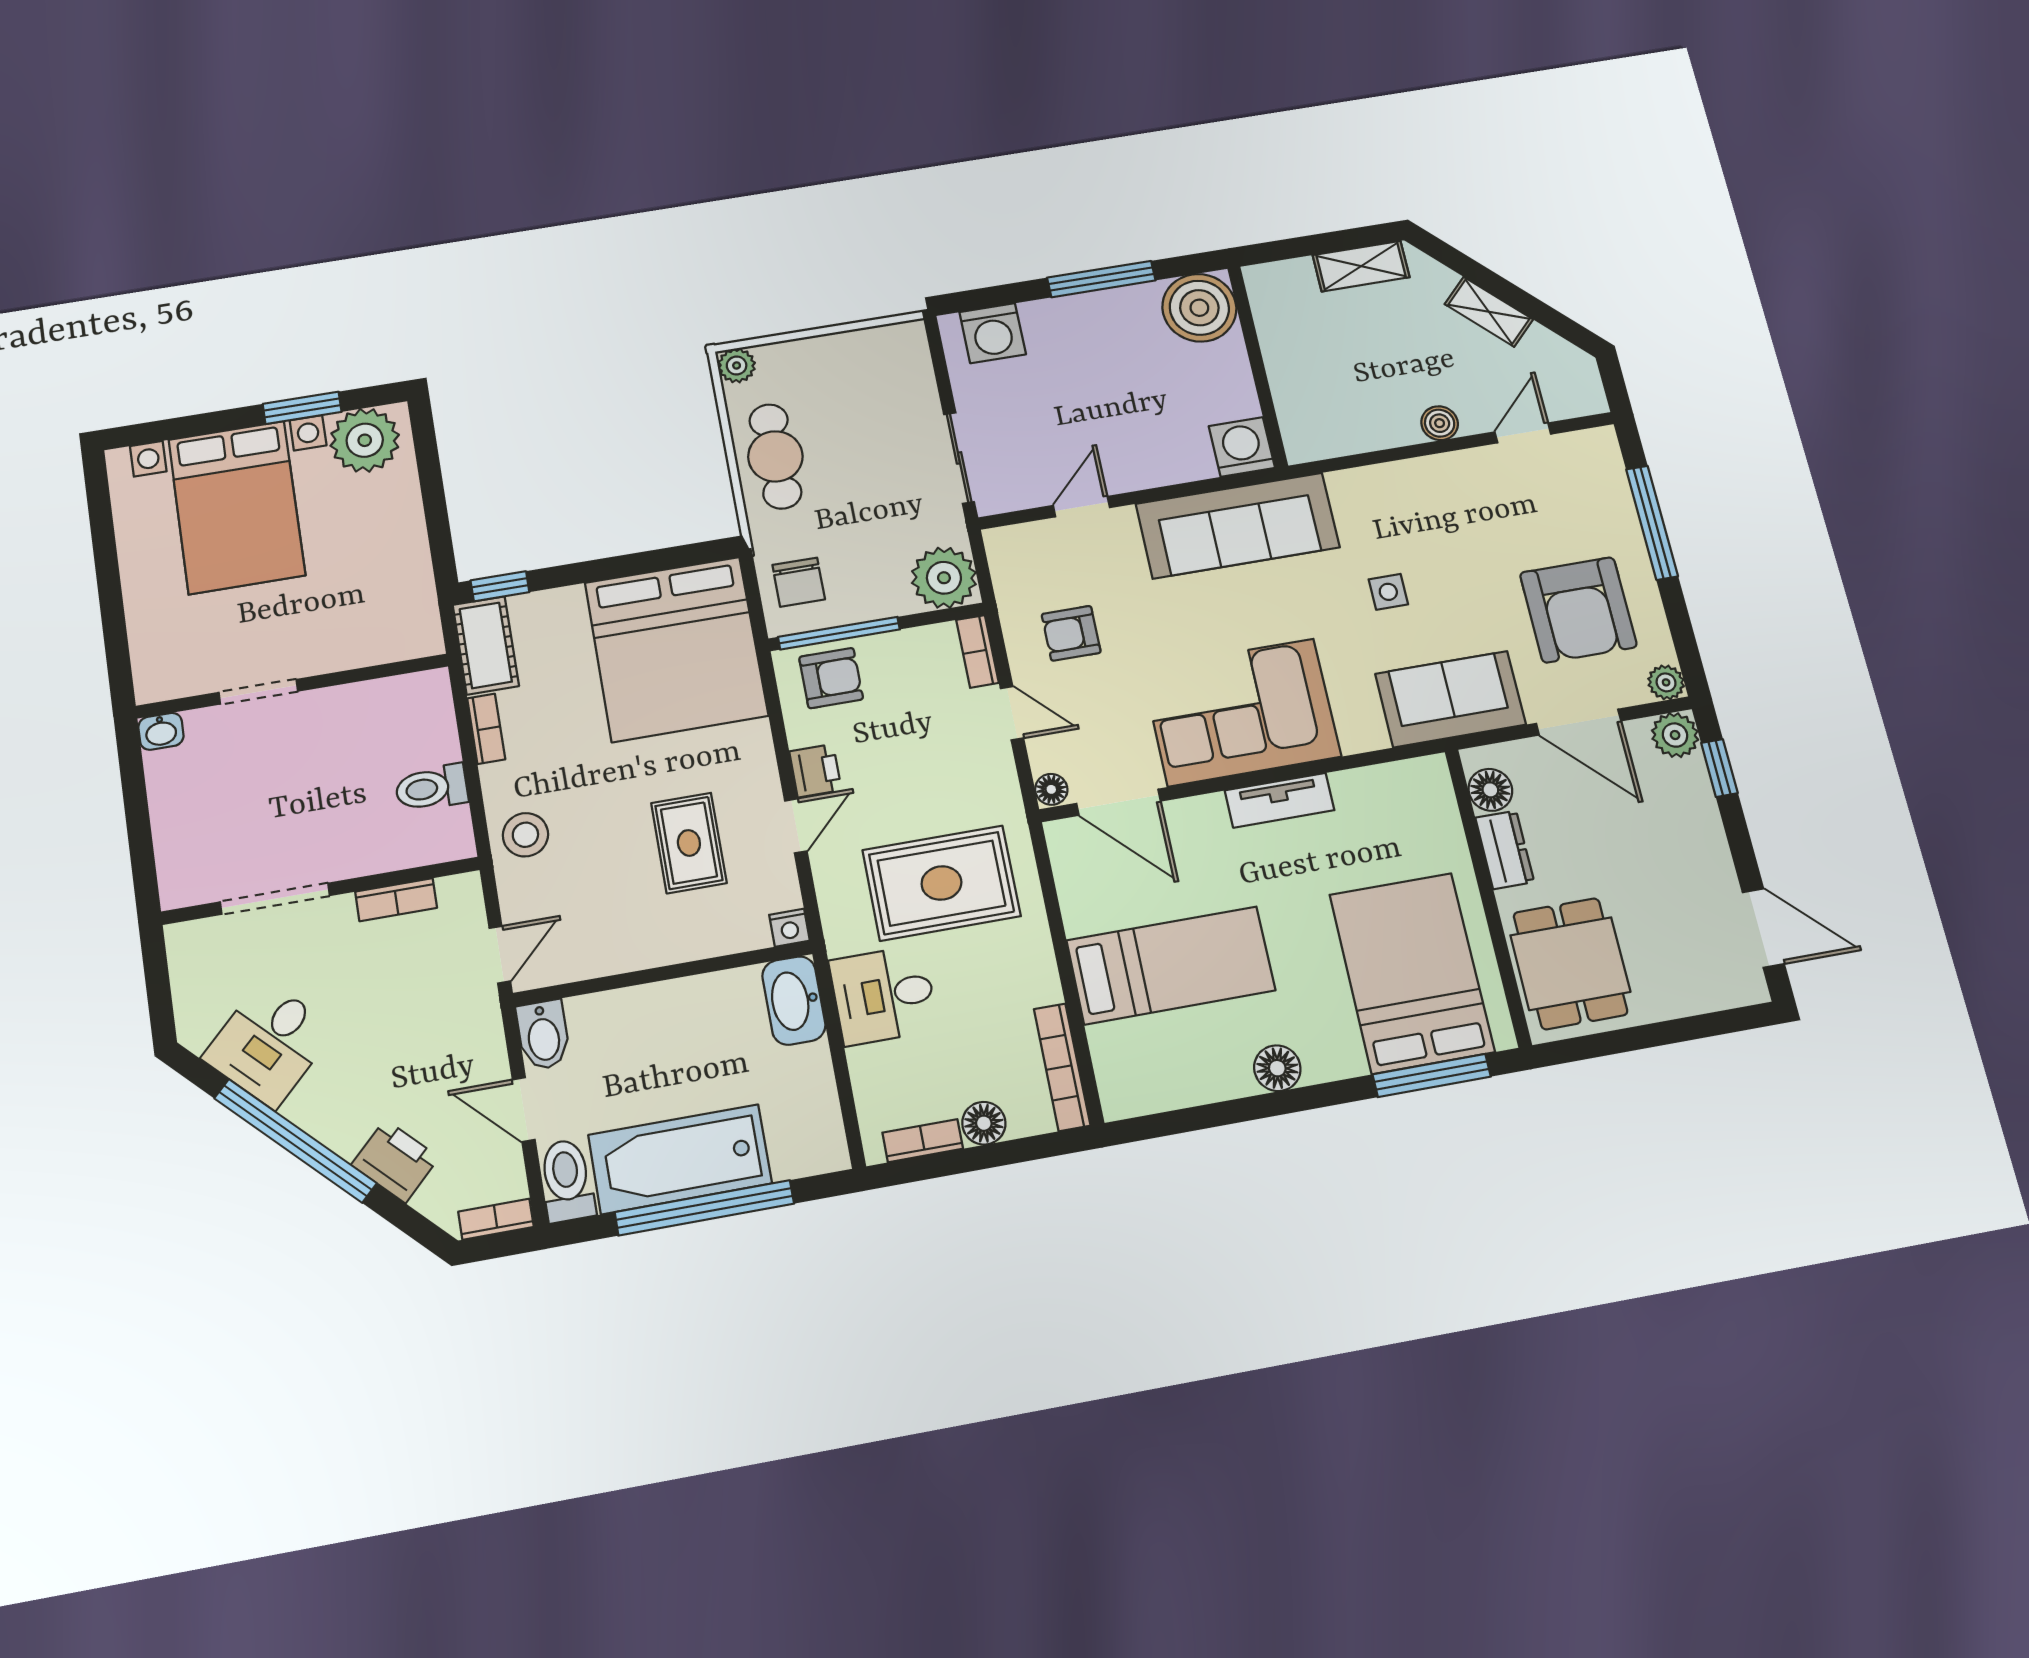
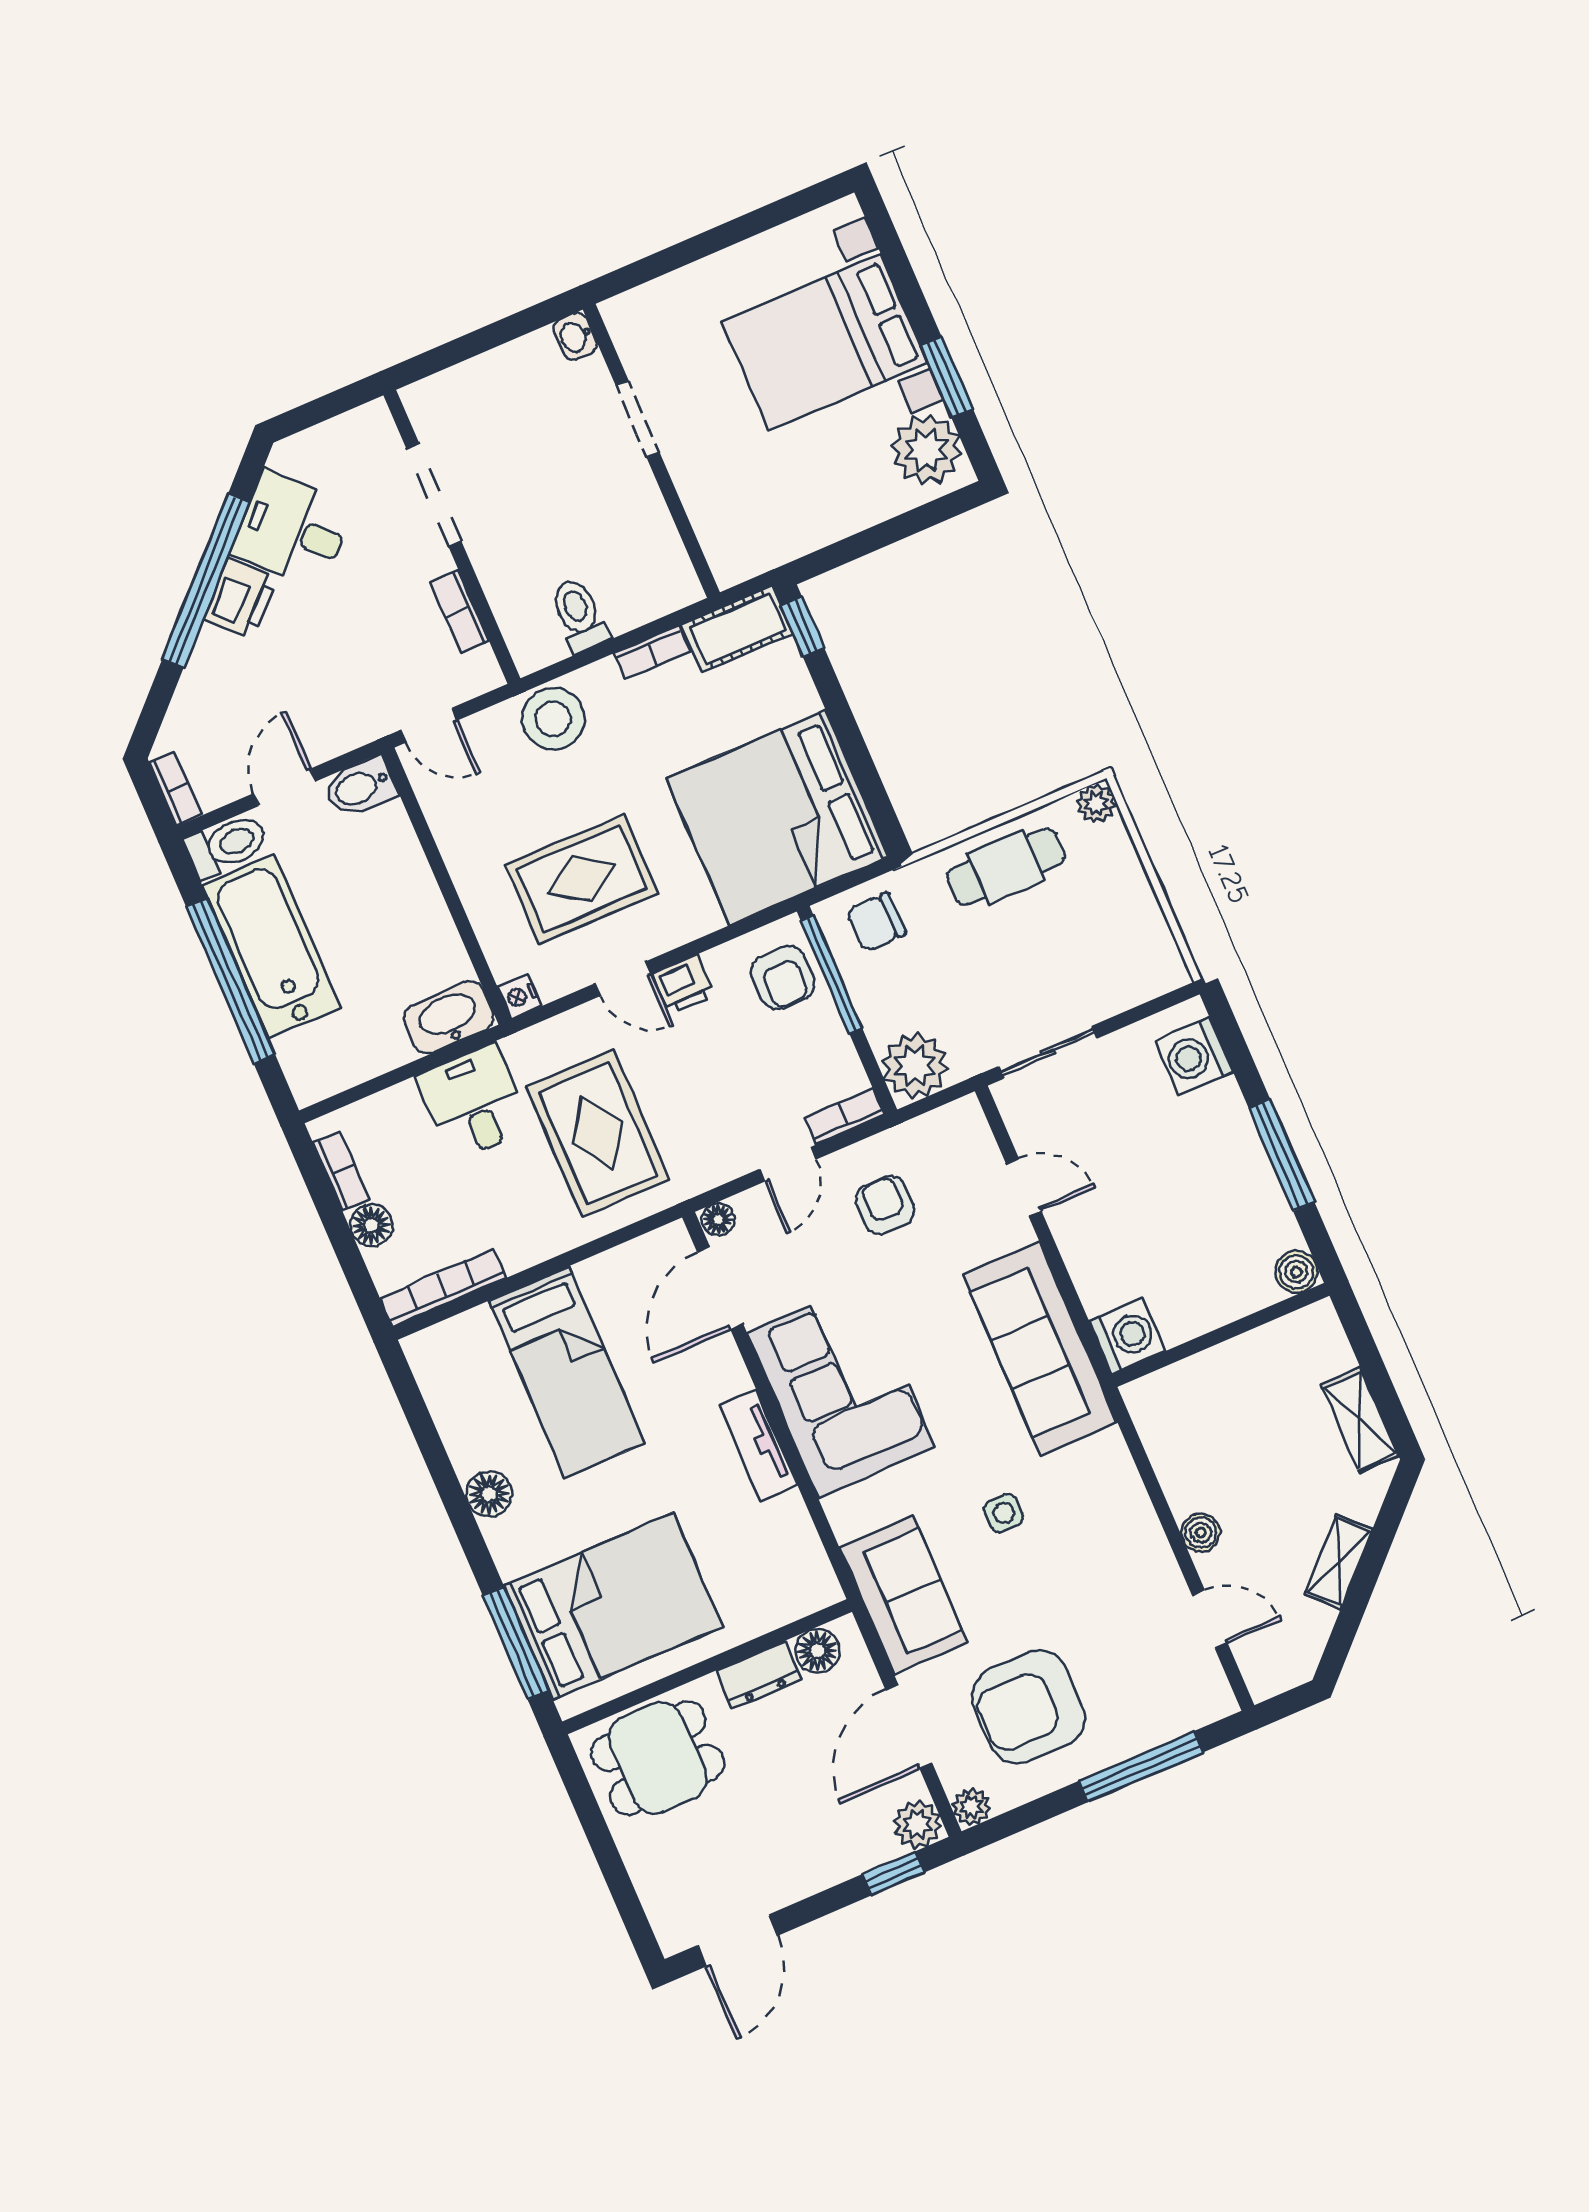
boiler: (1199, 308) -> (1296, 1272), width x0.54, depth x0.54
stool: (525, 835) -> (553, 719), width x1.38, depth x1.38
rug: (689, 843) -> (582, 879), width x1.36, depth x1.43
printer: (395, 1161) -> (241, 598), moved

